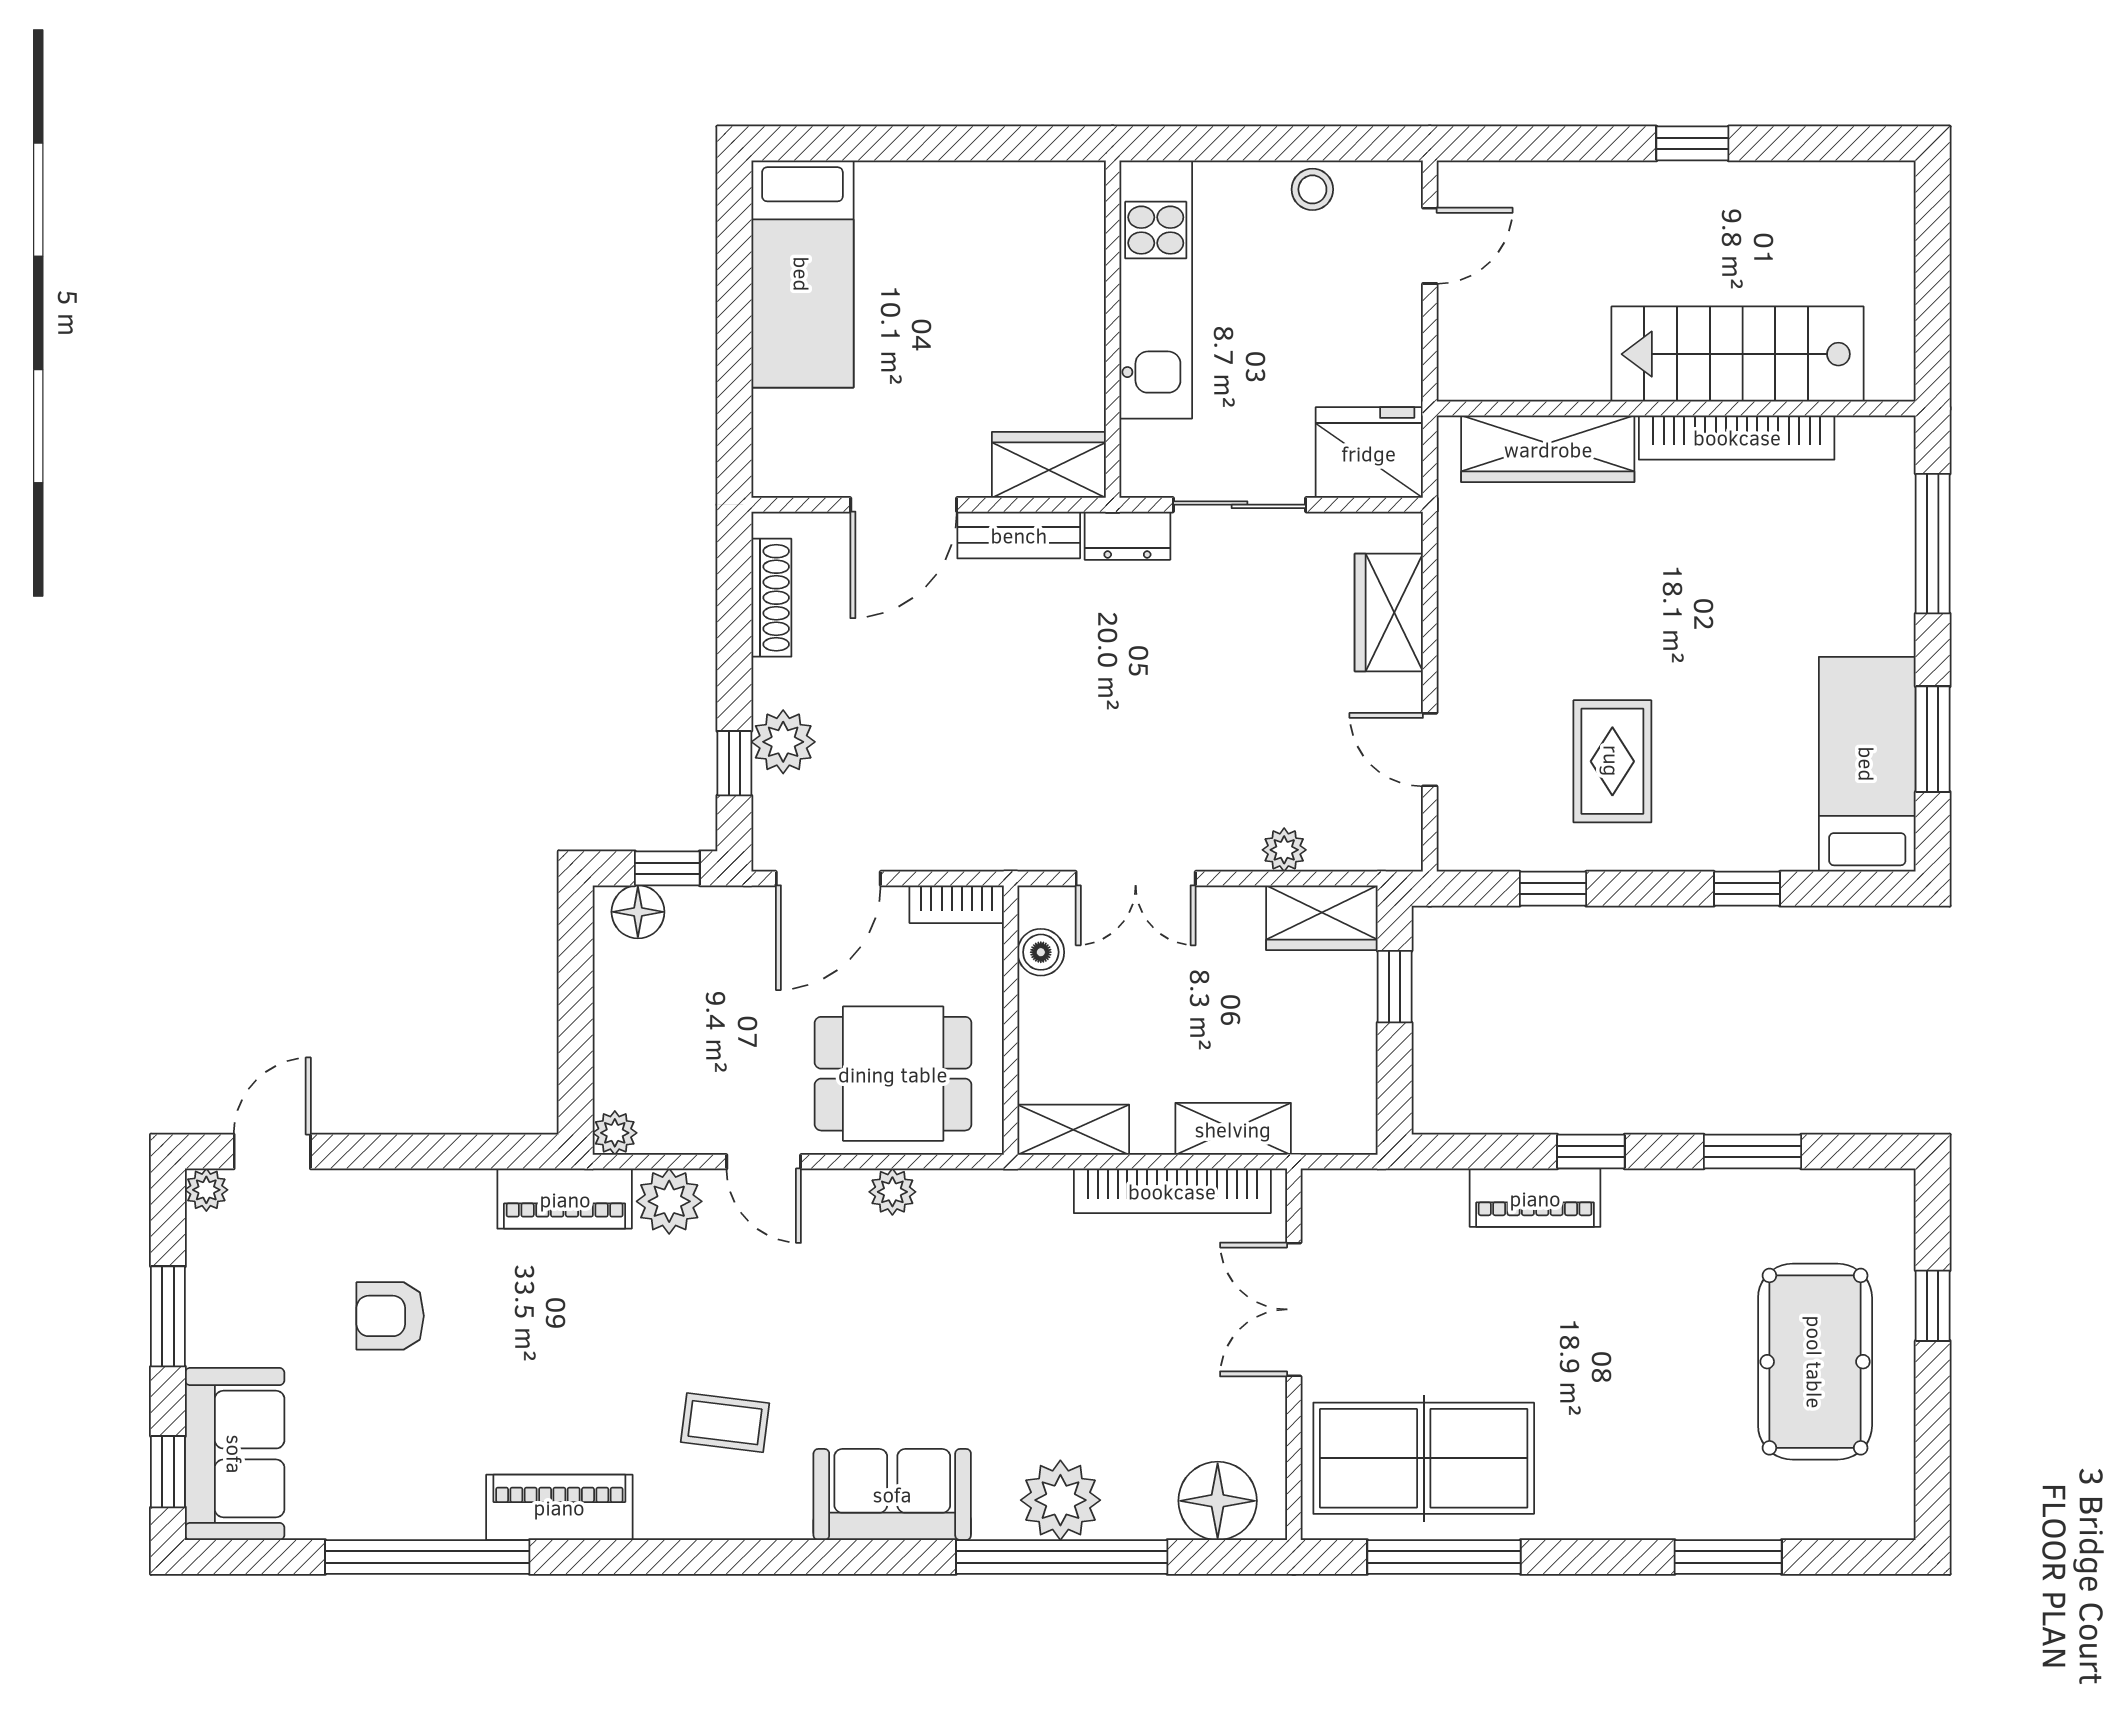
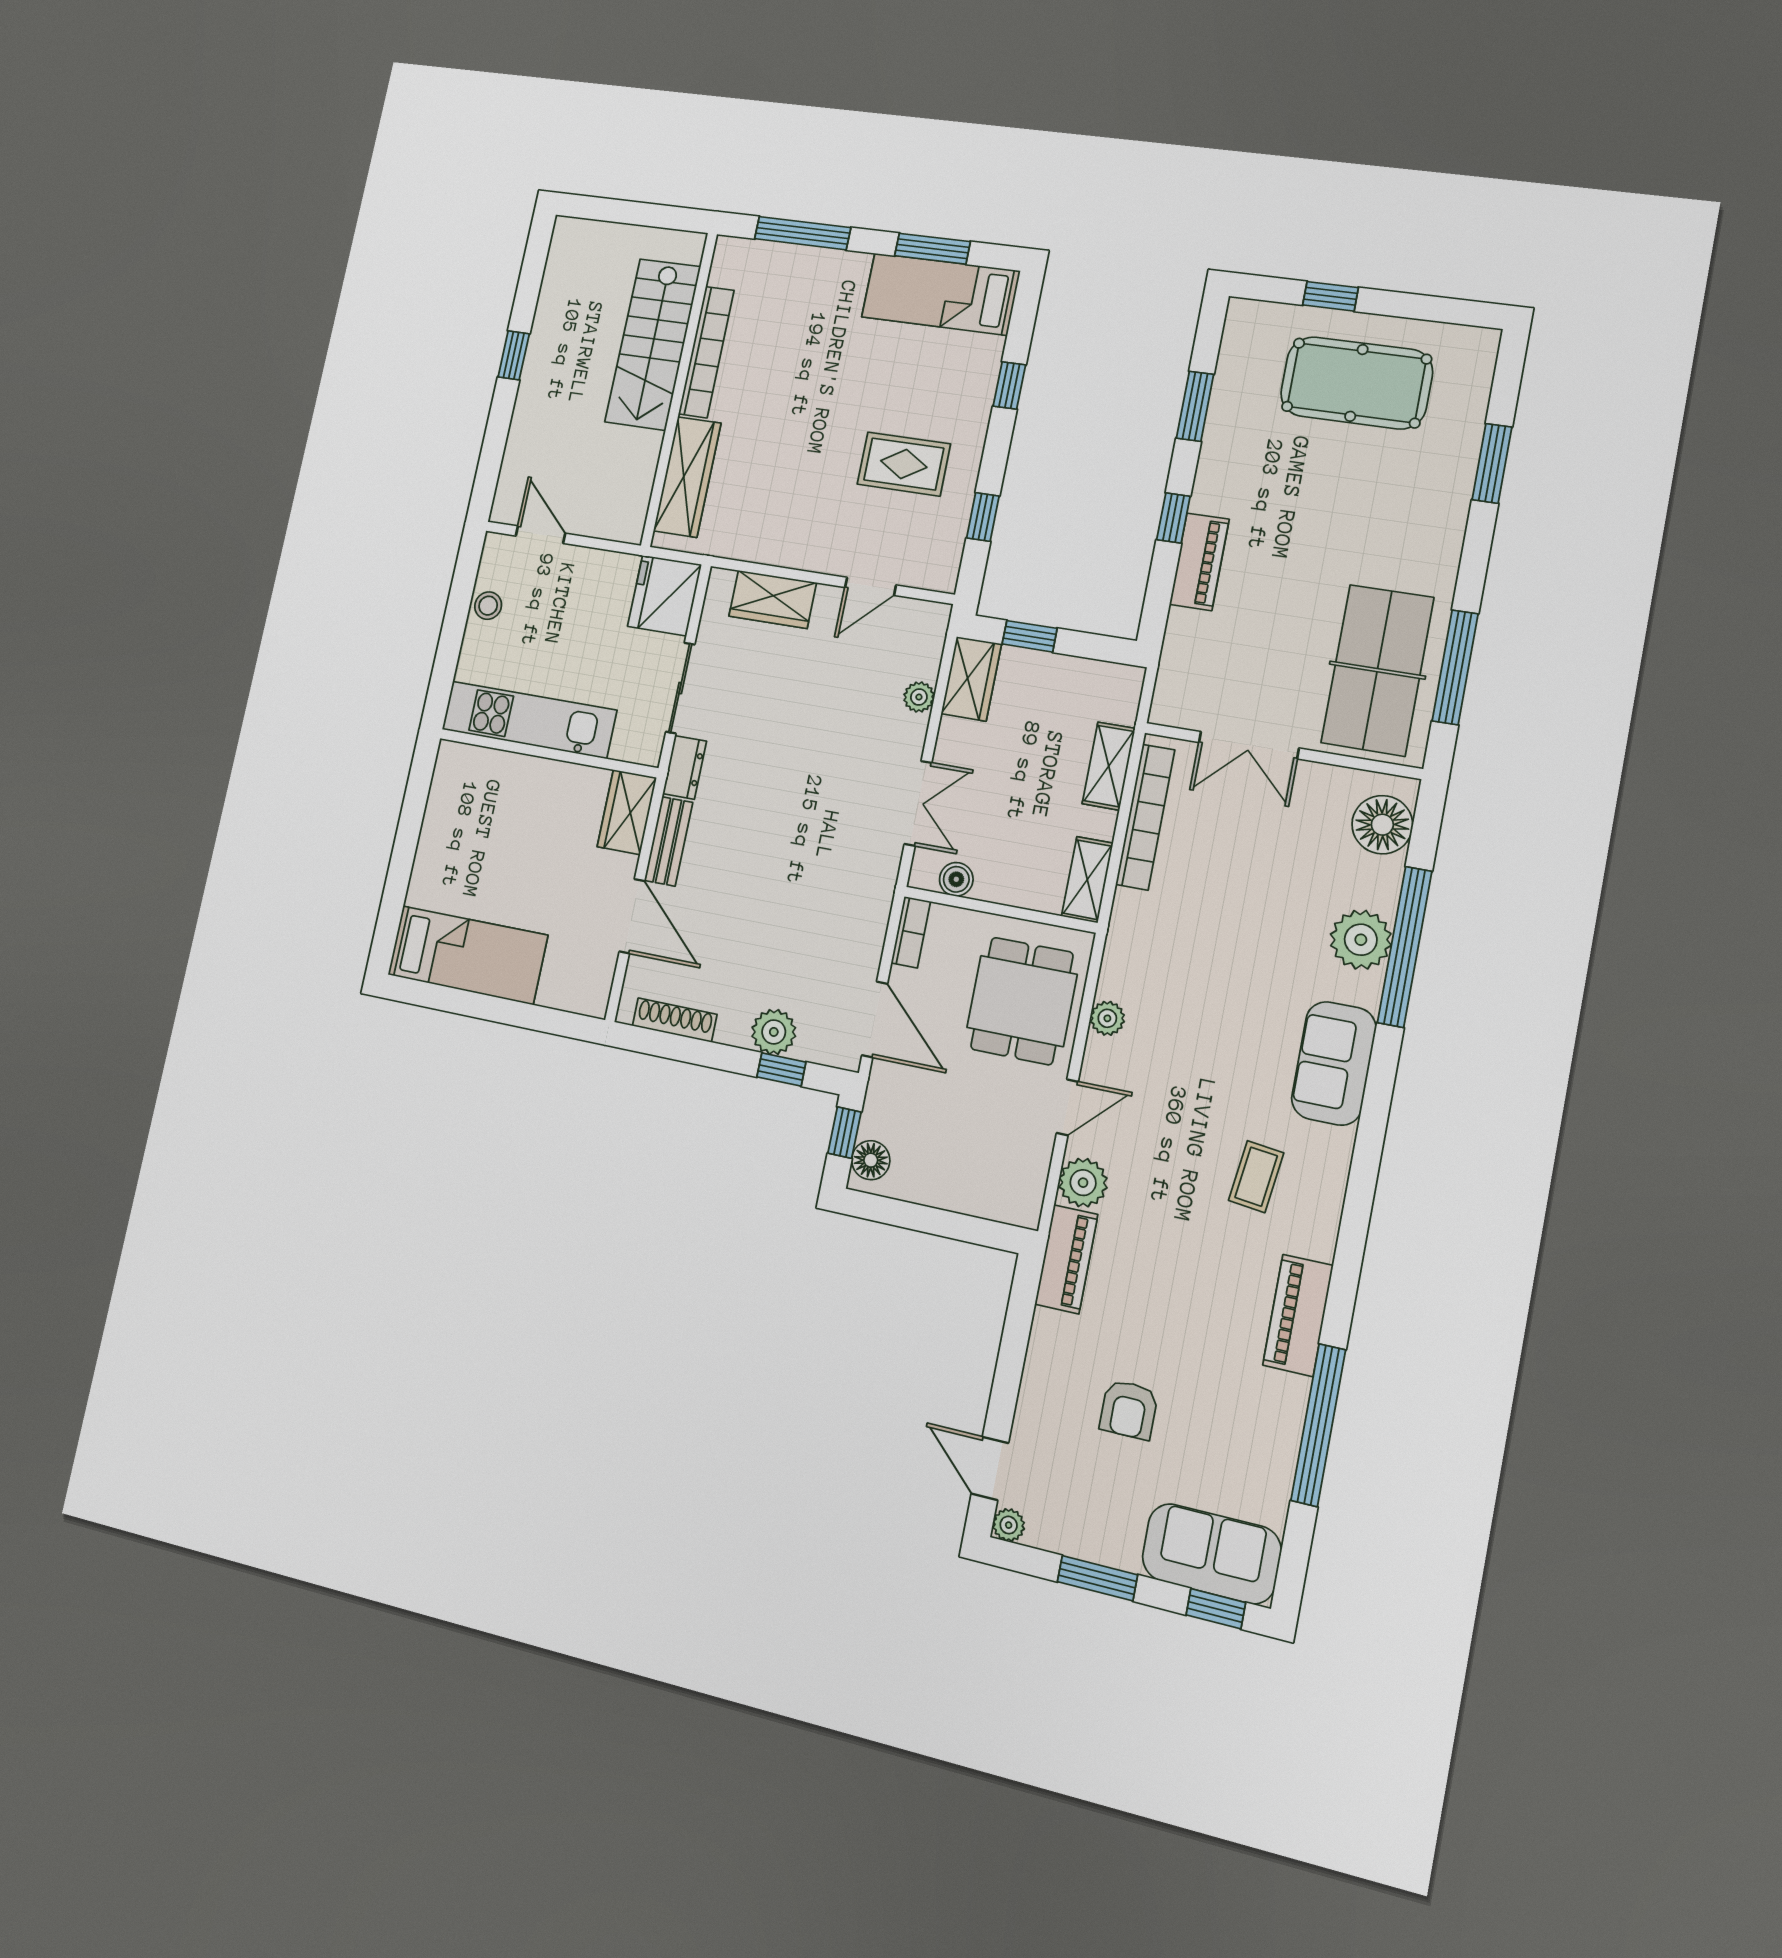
plant: (615, 1133) -> (1025, 1212), removed

